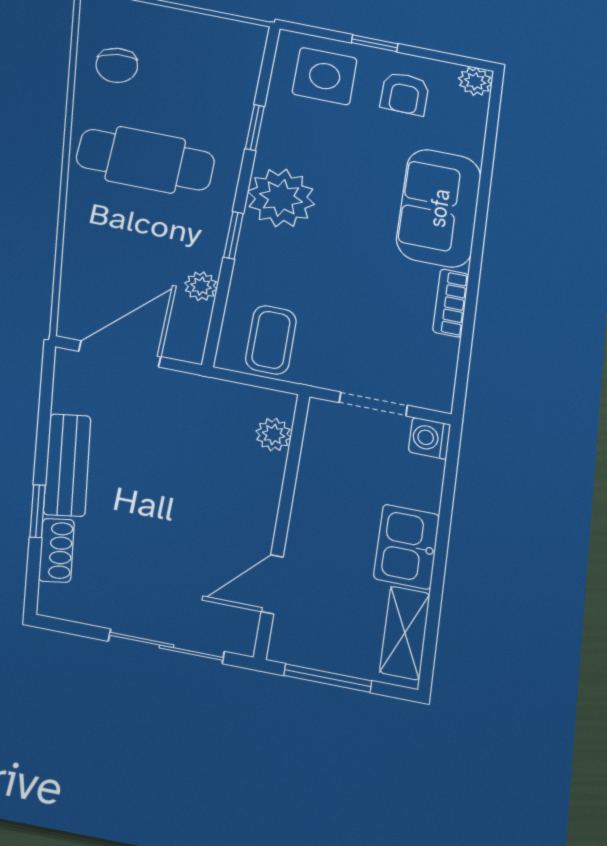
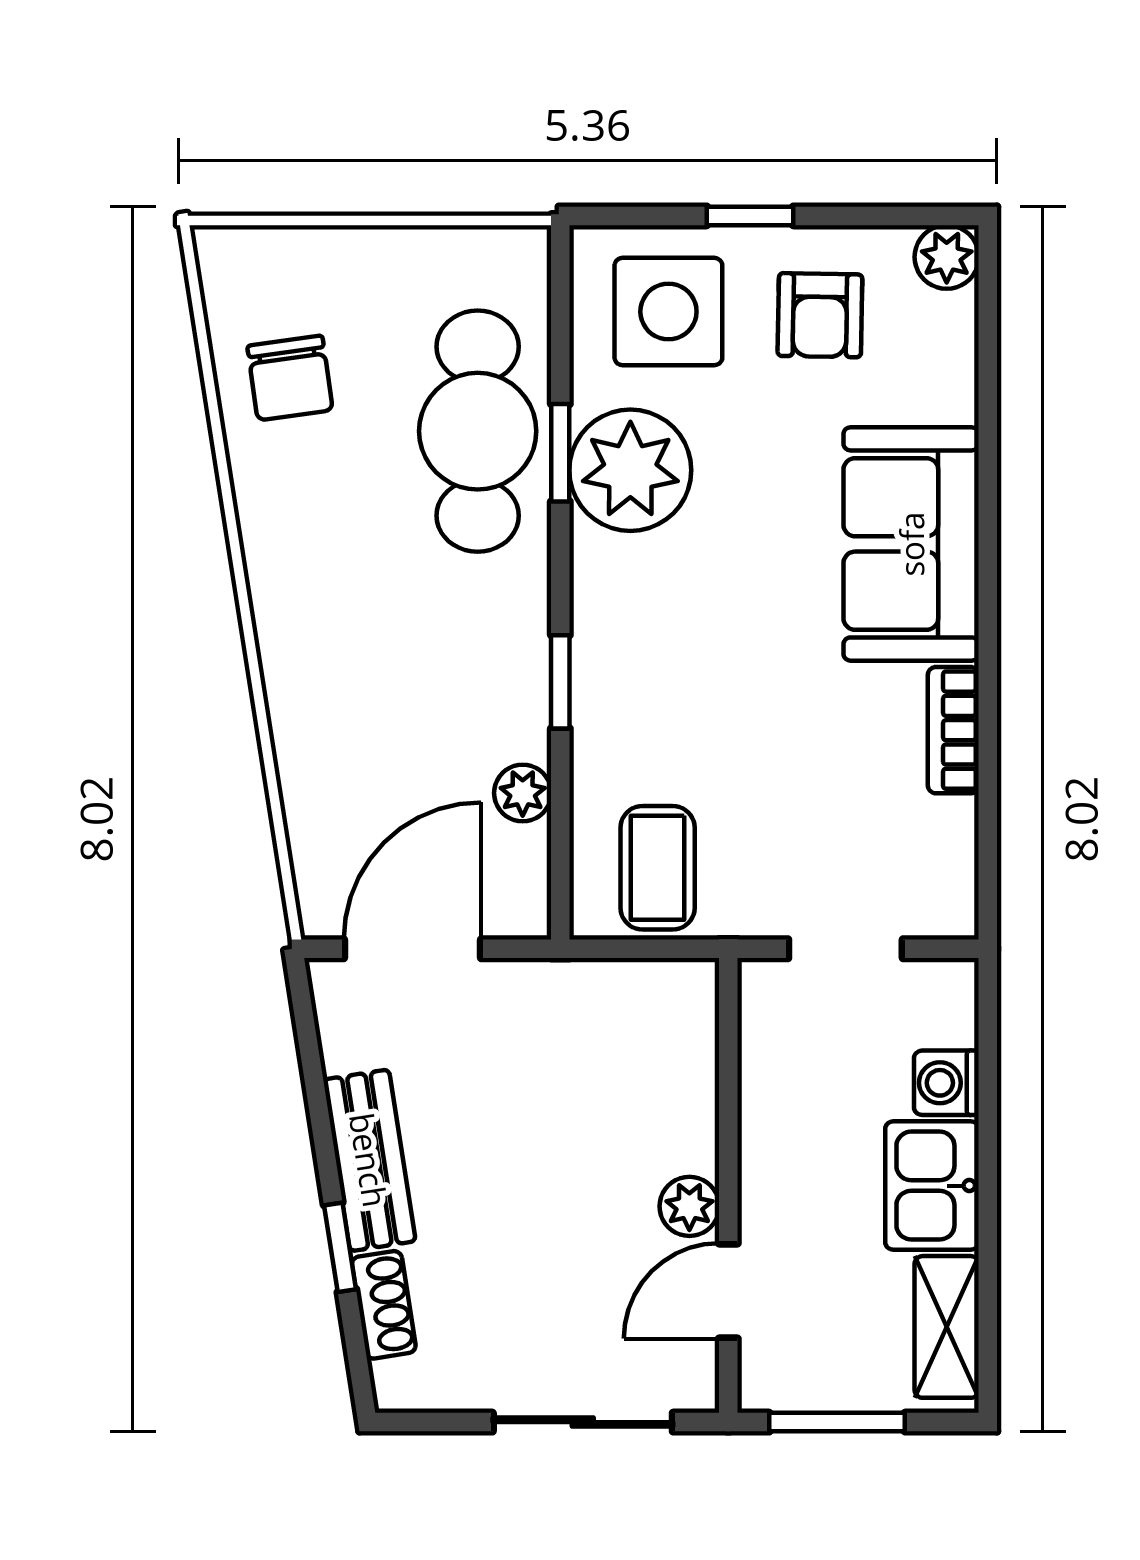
cafe table: (146, 160) -> (478, 431), moved, turned 90
plant: (281, 198) -> (630, 470), moved
plant: (273, 434) -> (689, 1206), moved
washing machine: (429, 438) -> (946, 1083), moved

